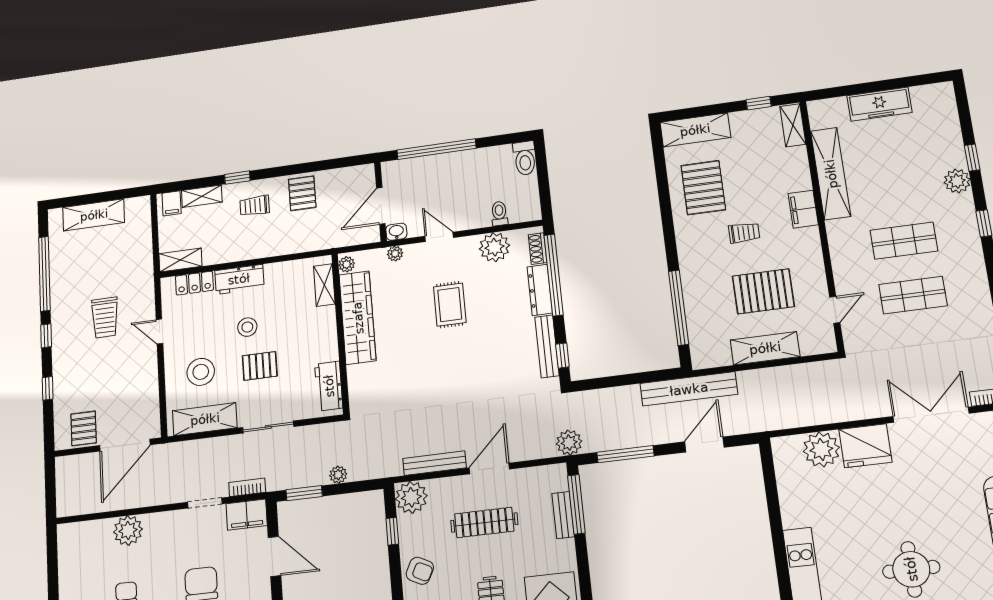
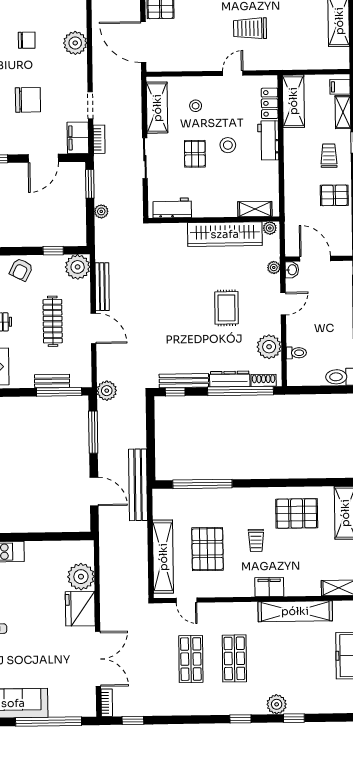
shelving: (180, 260) -> (293, 101), width x1.50, depth x1.33
rug: (450, 305) -> (226, 308), turned 90
shelving: (765, 348) -> (163, 557), width x1.47
stool: (201, 372) -> (196, 106), width x0.53, depth x0.53

